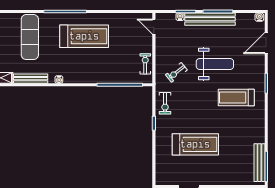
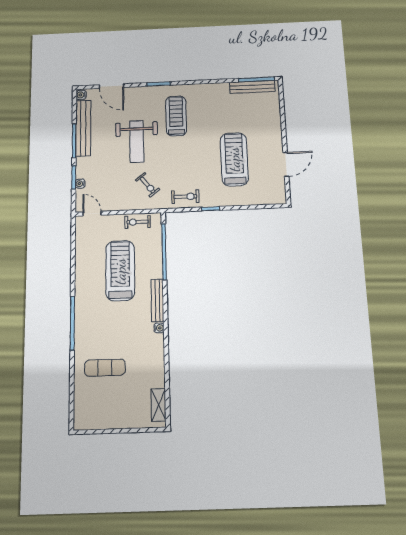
bench: (210, 19) -> (83, 128), moved
door: (154, 27) -> (92, 214), swing flipped
treadmill: (84, 36) -> (120, 271), moved
exercise mat: (30, 37) -> (105, 368), width x0.73, depth x0.69
weight bench: (215, 64) -> (137, 141), turned 180
bench: (31, 79) -> (157, 300), moved
treadmill: (236, 97) -> (176, 116), turned 180

